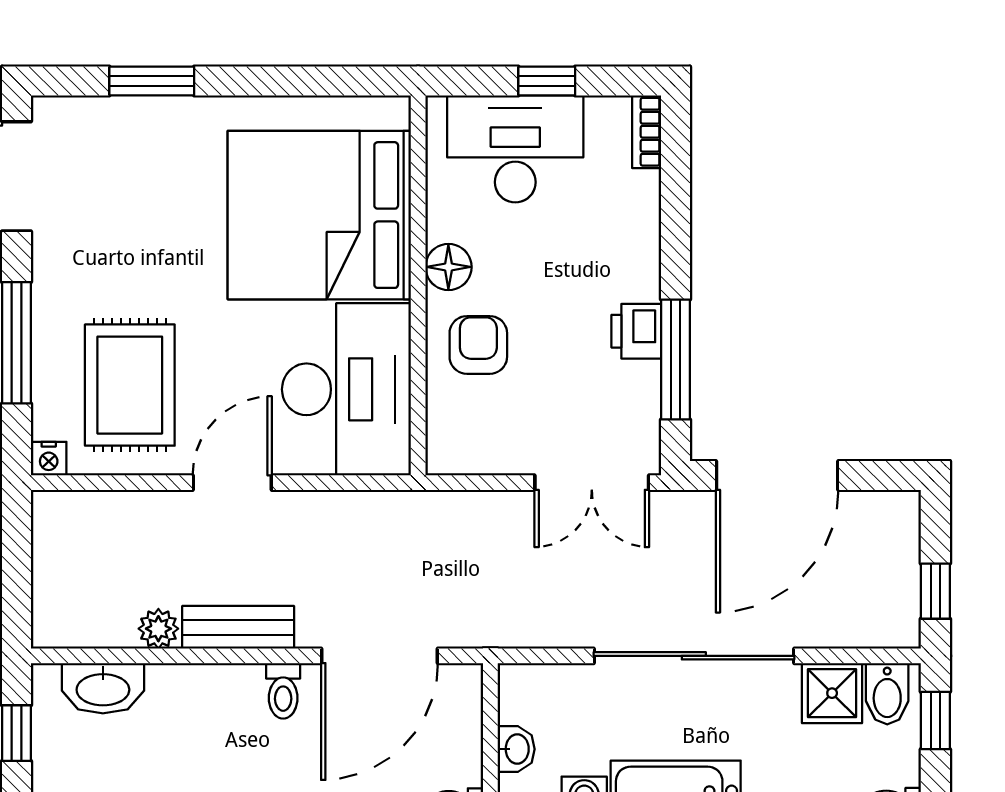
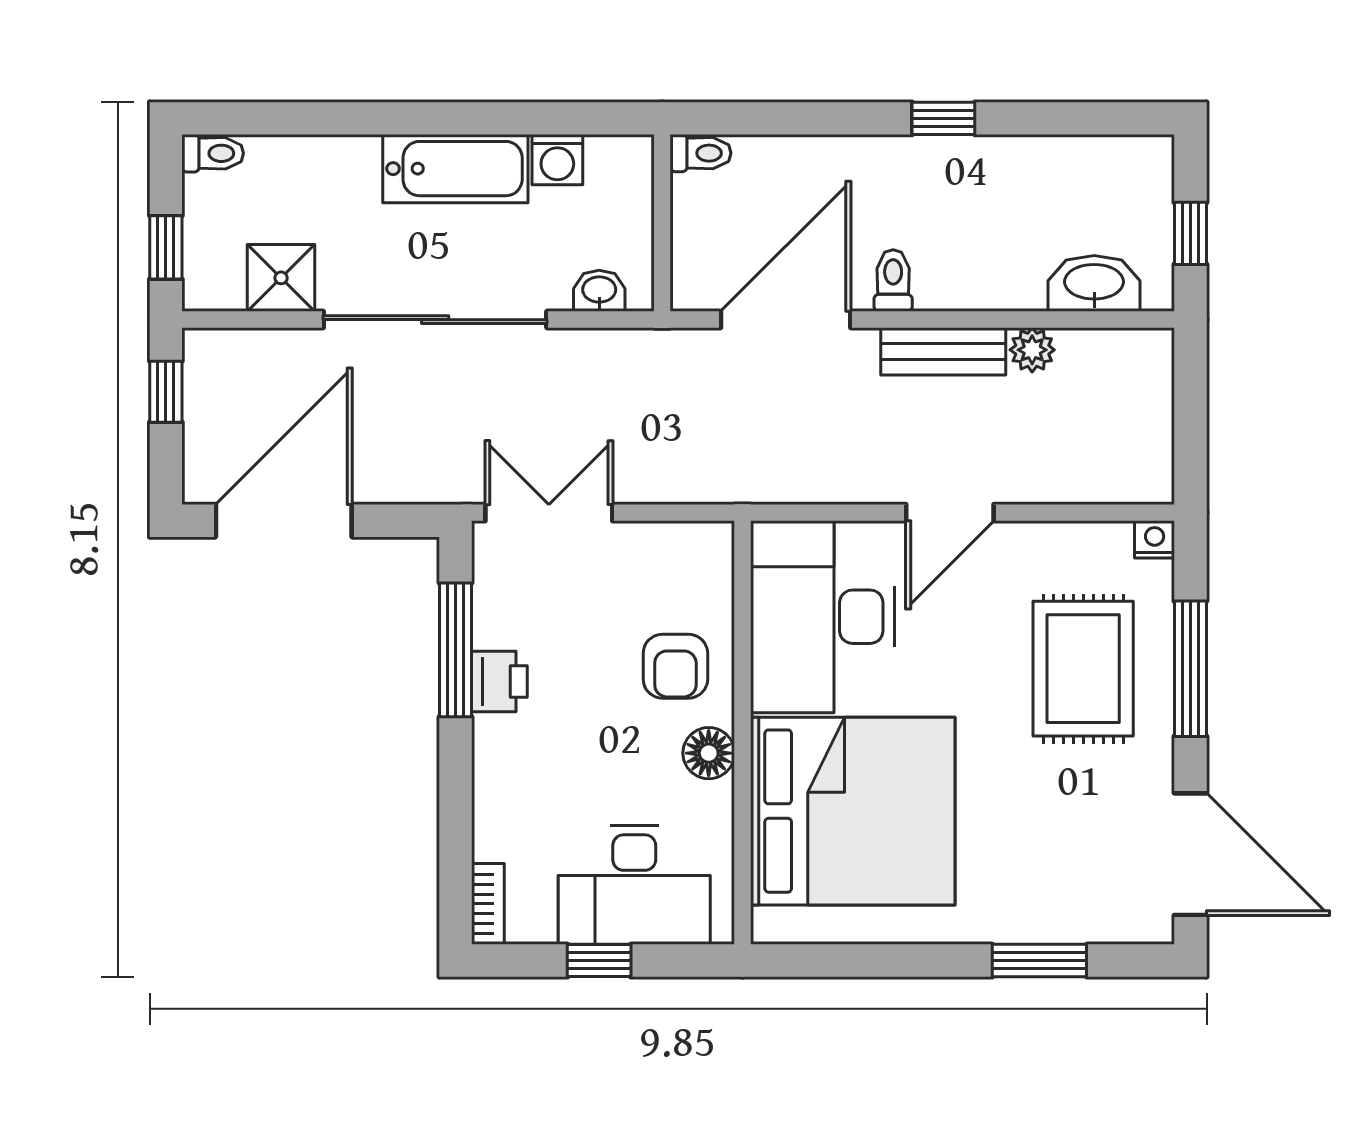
rug: (130, 385) -> (1083, 669), moved
door: (777, 475) -> (284, 521), moved
bidet: (887, 694) -> (220, 277), removed
washbasin: (516, 749) -> (599, 291), moved, turned 90

